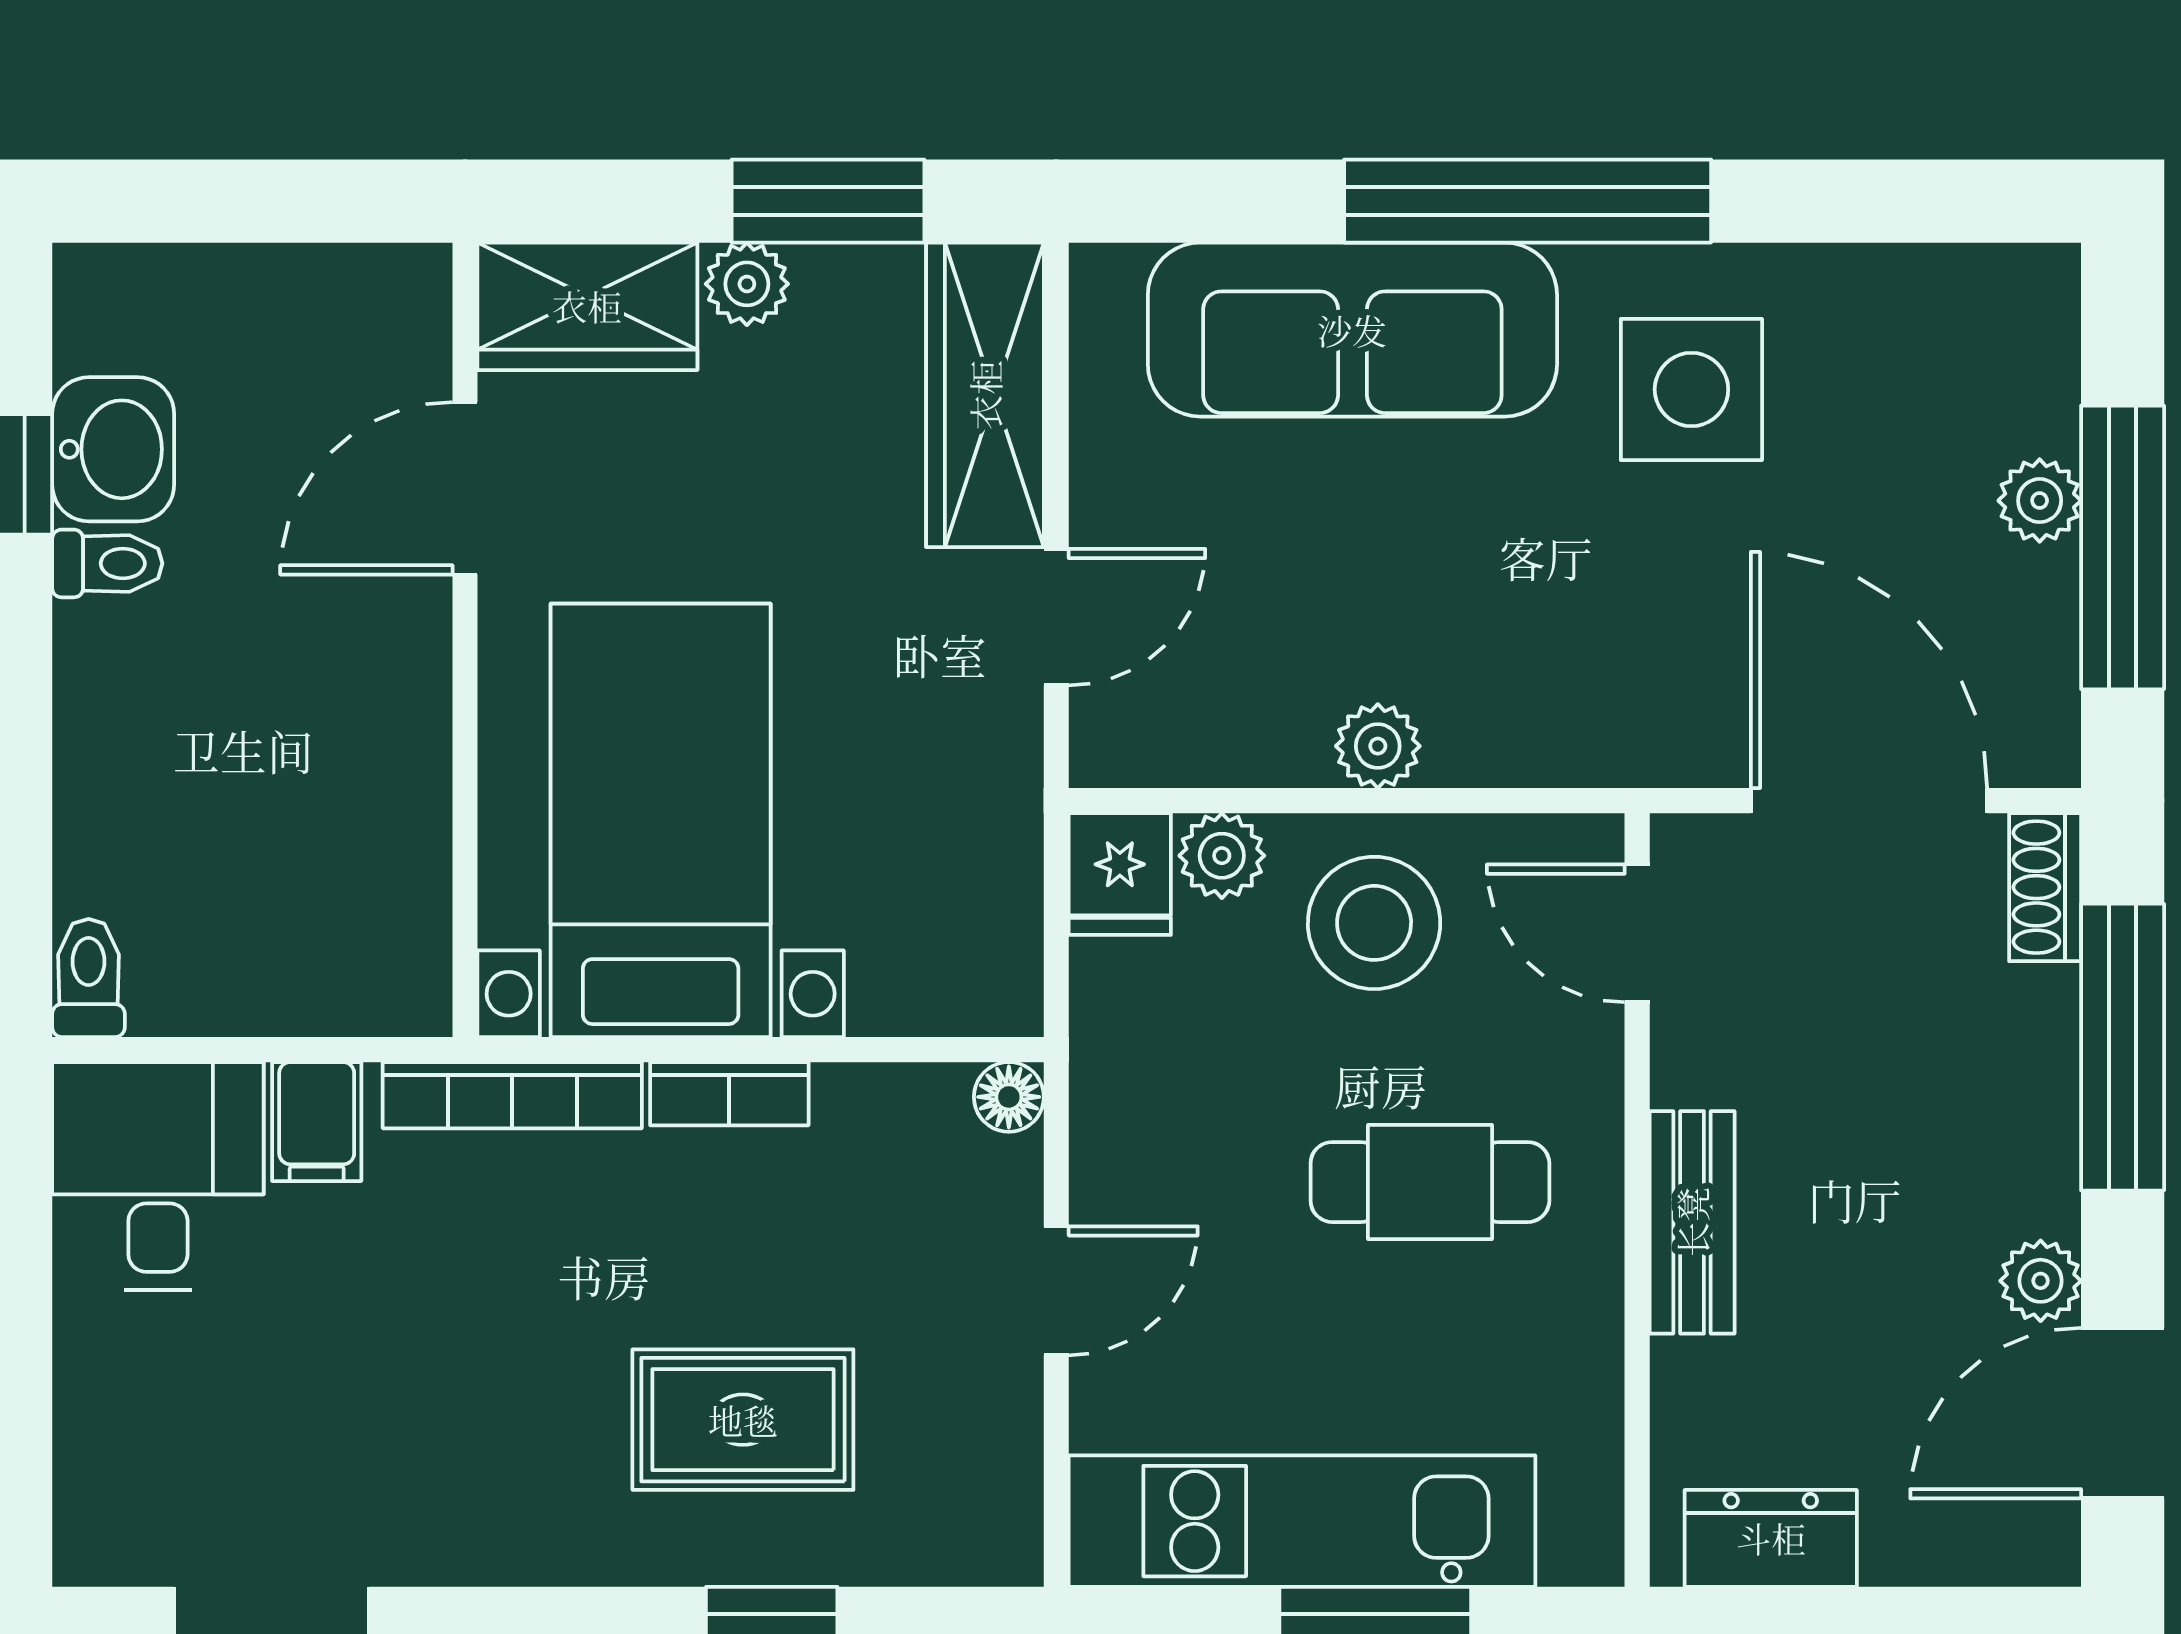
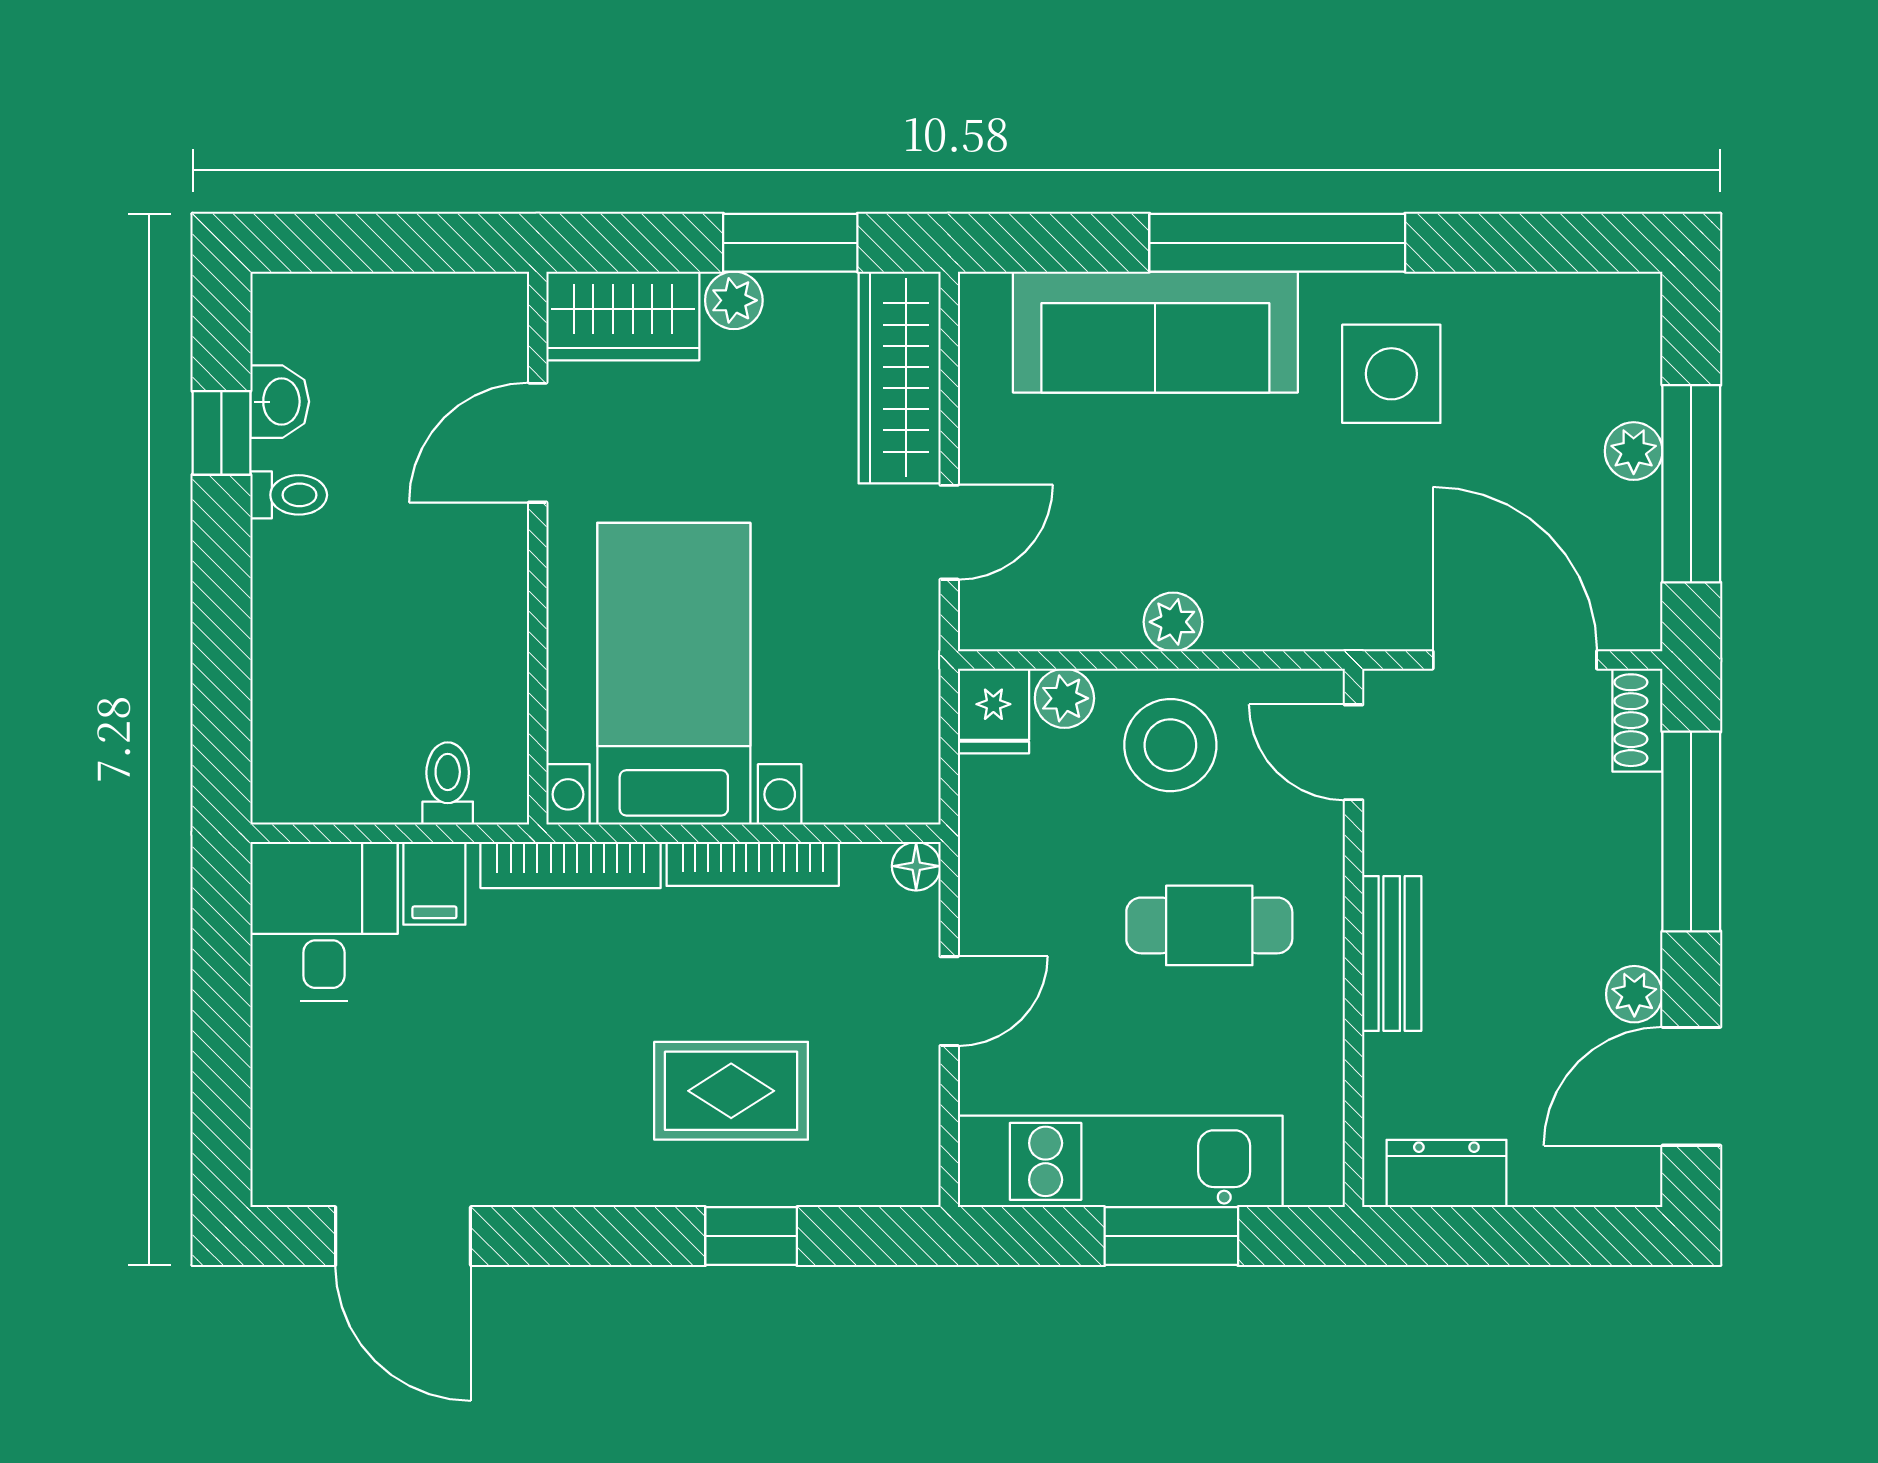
washbasin: (113, 449) -> (280, 402), width x0.72, depth x0.69
toilet: (89, 978) -> (448, 783), moved
bookcase: (729, 1094) -> (753, 864), width x1.56

